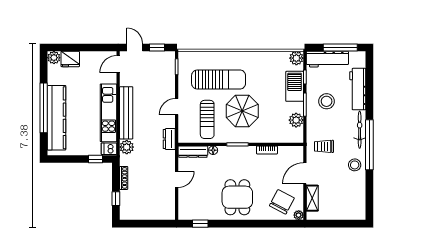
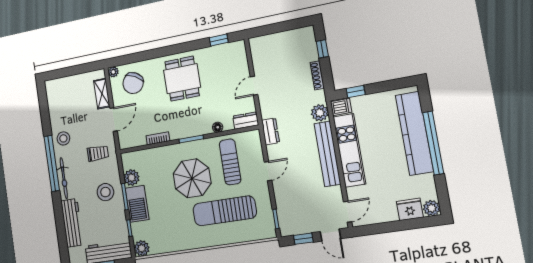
barbecue: (295, 86) -> (137, 204), moved
stool: (327, 101) -> (105, 192), moved
dresser: (193, 152) -> (246, 121), width x0.70

